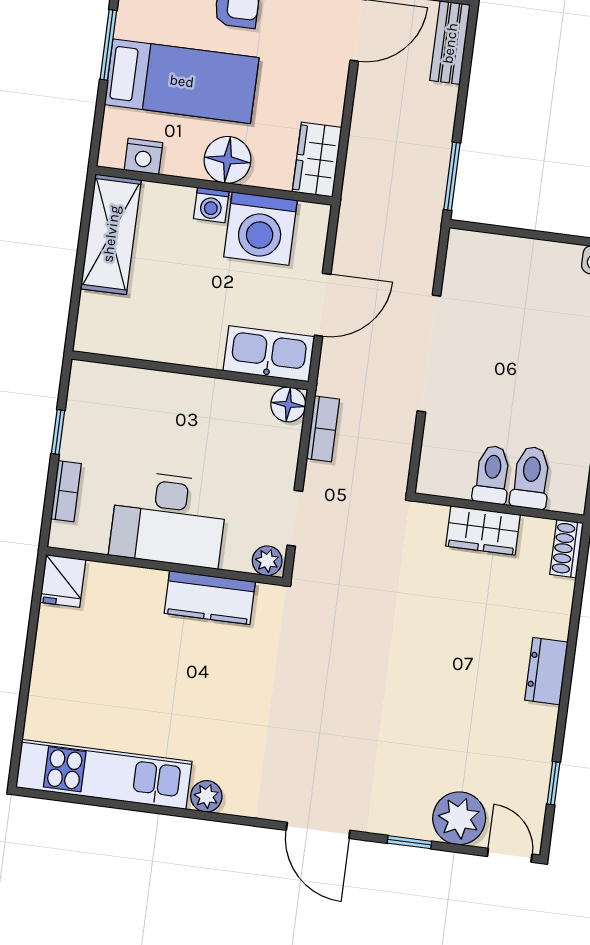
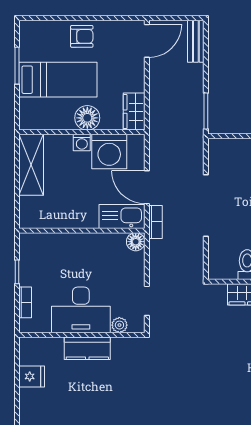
nightstand: (143, 156) -> (43, 122), removed
door: (323, 305) -> (147, 187), swing flipped
bookcase: (323, 429) -> (156, 222), moved
plant: (267, 561) -> (119, 325), moved
fridge: (63, 581) -> (32, 376), moved, turned -90
kitchen counter: (210, 598) -> (87, 348), moved

